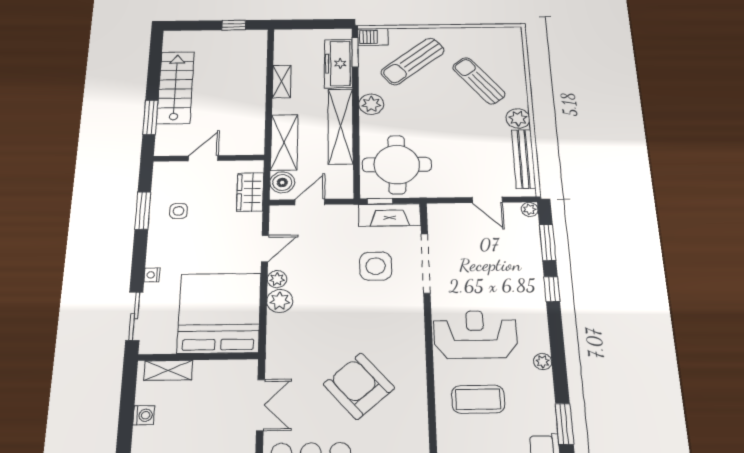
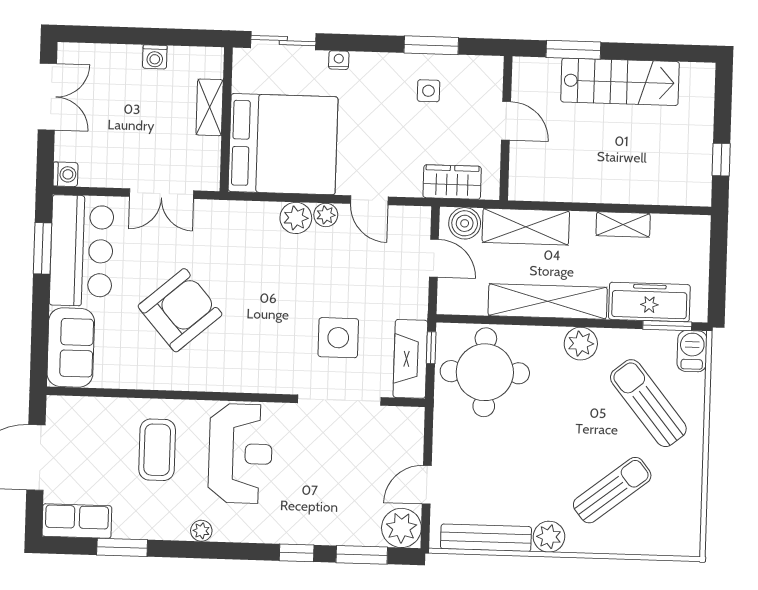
plant: (530, 209) -> (401, 528), width x1.87, depth x1.87
shelving: (168, 370) -> (210, 107), moved

